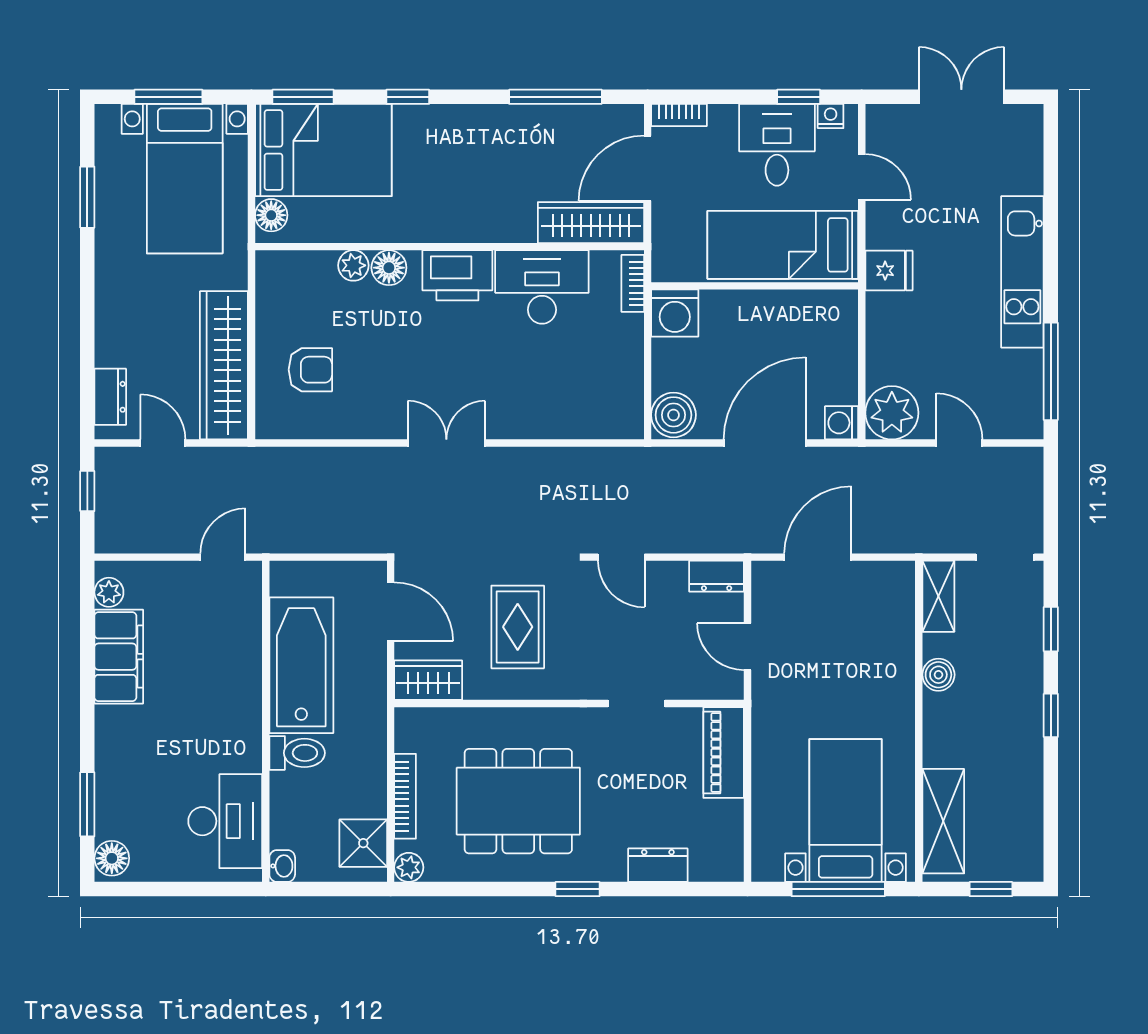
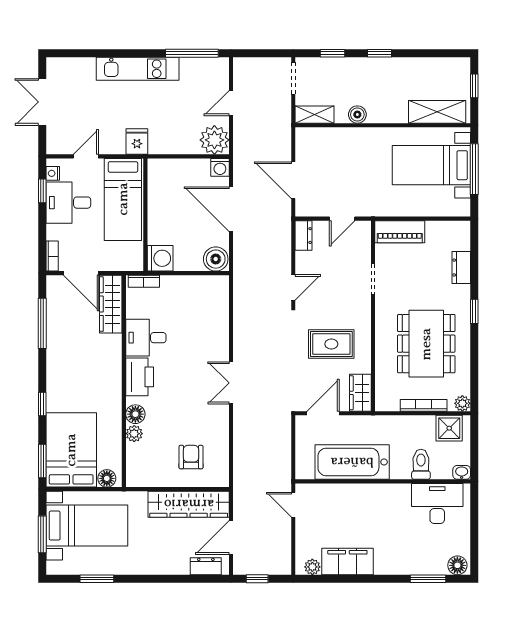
desk: (542, 287) -> (146, 338), width x0.73
door: (163, 443) -> (231, 537), width x1.38
toilet: (297, 753) -> (421, 464), moved

